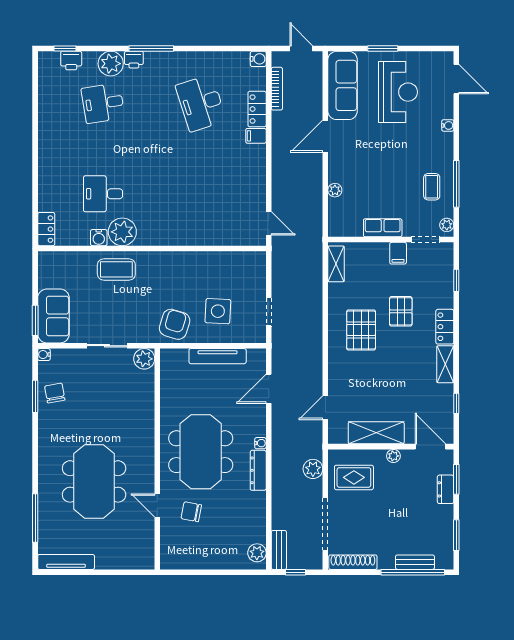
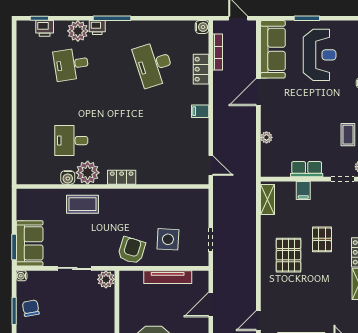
filing cabinet: (256, 136) -> (200, 111), moved
locker: (46, 229) -> (122, 177), moved, turned -90
filing cabinet: (398, 253) -> (303, 191), moved

